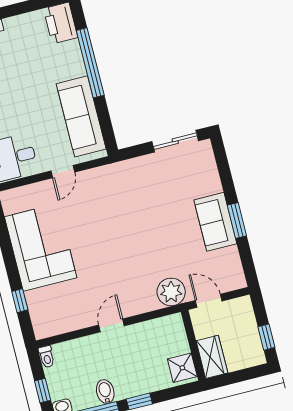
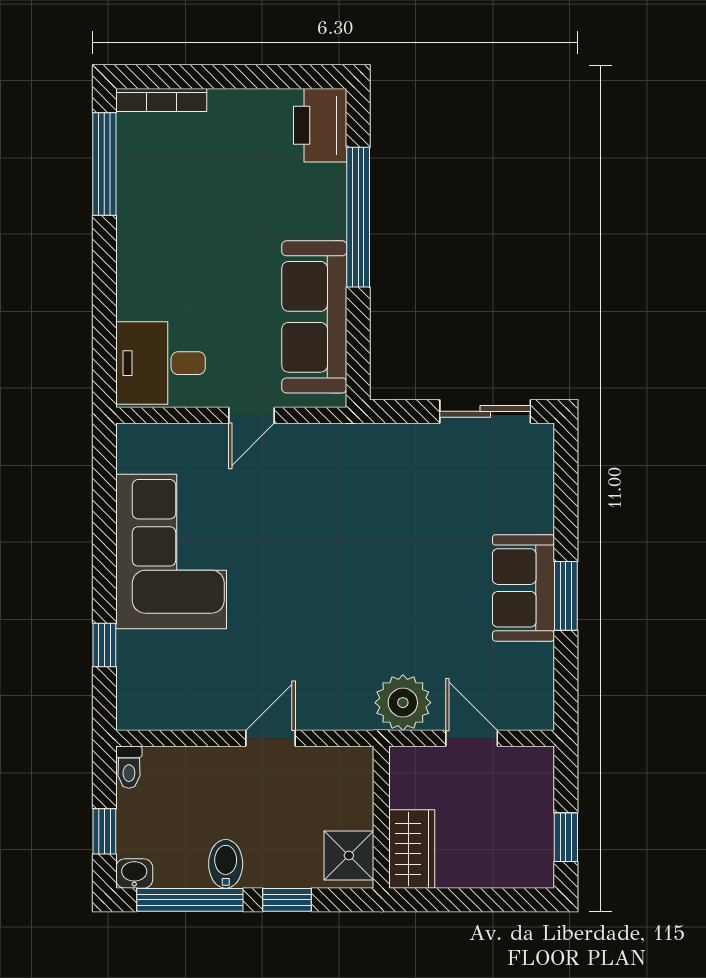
wall: (193, 345) -> (381, 817), moved
wardrobe: (212, 357) -> (412, 849), moved
shower: (182, 368) -> (349, 855), moved

